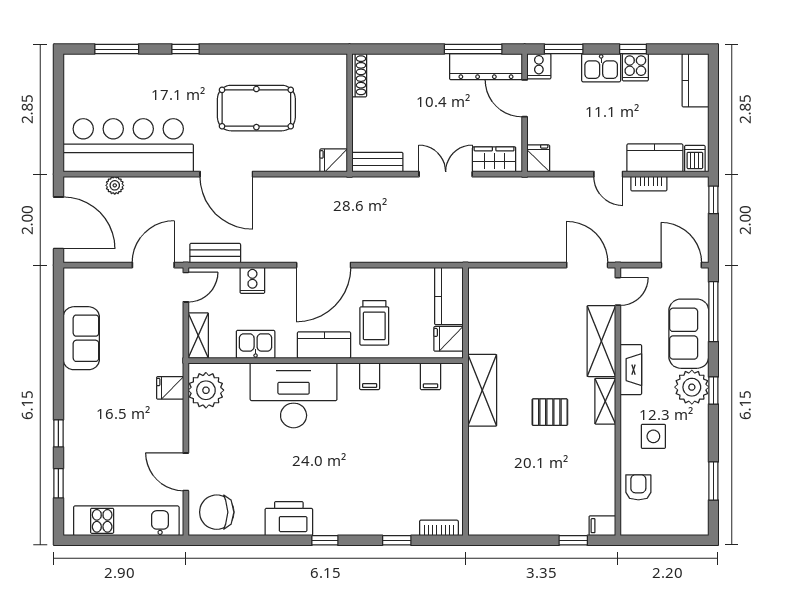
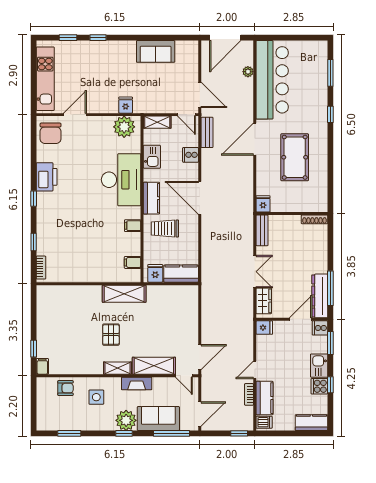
chair: (217, 512) -> (51, 133), turned 180

